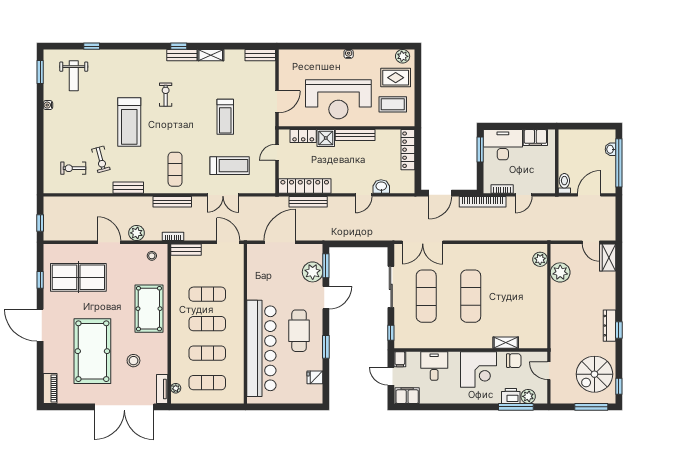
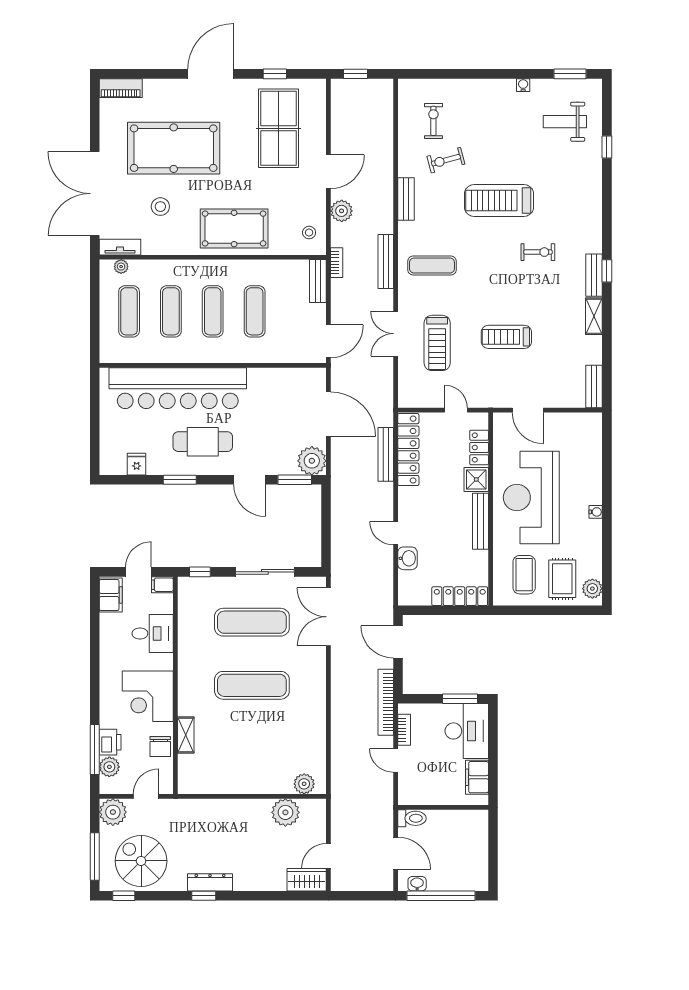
washbasin: (610, 149) -> (417, 884), moved
plant: (313, 272) -> (312, 461), moved
plant: (560, 394) -> (113, 812), added

